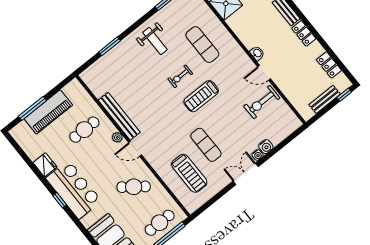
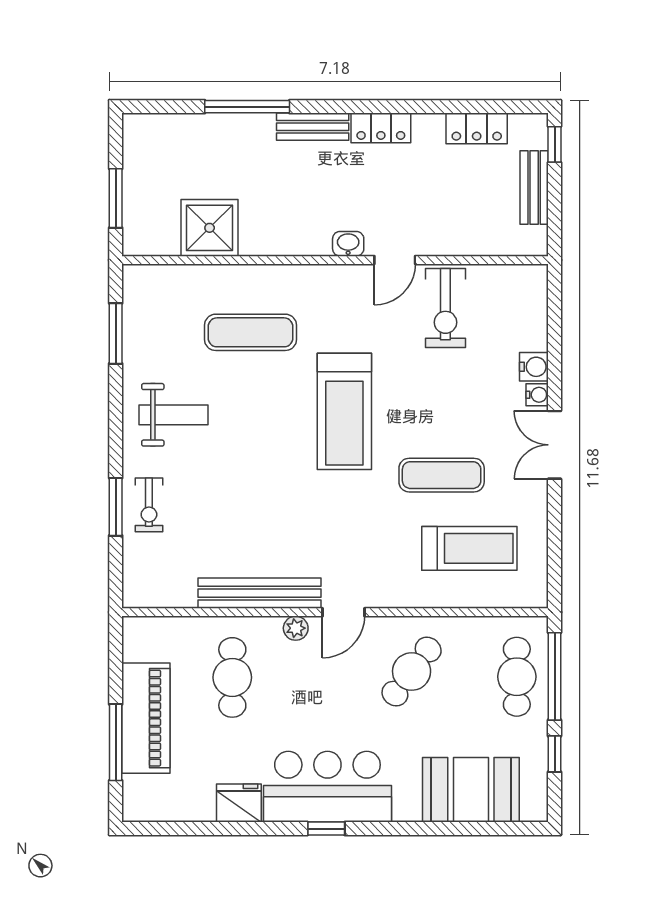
exercise bike: (180, 76) -> (149, 505), moved
treadmill: (201, 96) -> (344, 411), width x1.37, depth x1.38

